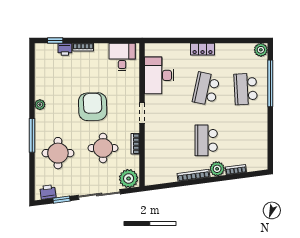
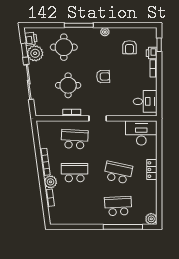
desk: (159, 75) -> (141, 133), moved
armchair: (58, 76) -> (129, 47), added
armchair: (93, 107) -> (103, 77), width x0.53, depth x0.53
school desk: (167, 140) -> (75, 139), added
plant: (129, 179) -> (35, 53), moved

